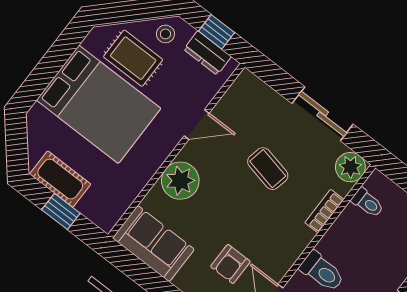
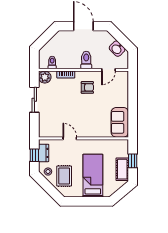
bed: (99, 104) -> (93, 176), width x0.67
coffee table: (268, 169) -> (66, 104), removed
plant: (180, 181) -> (92, 129), removed
armchair: (230, 264) -> (87, 87), moved

